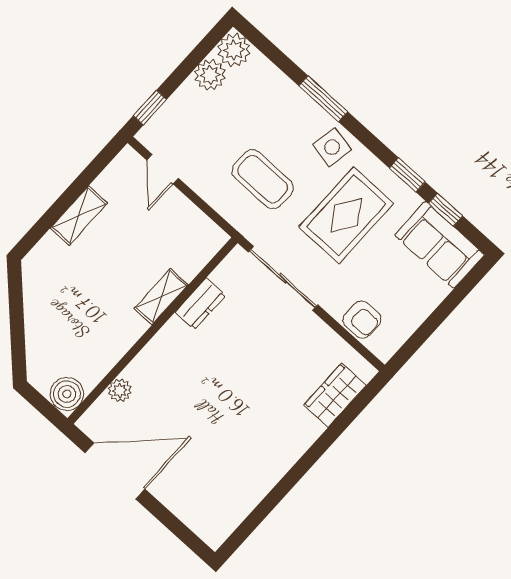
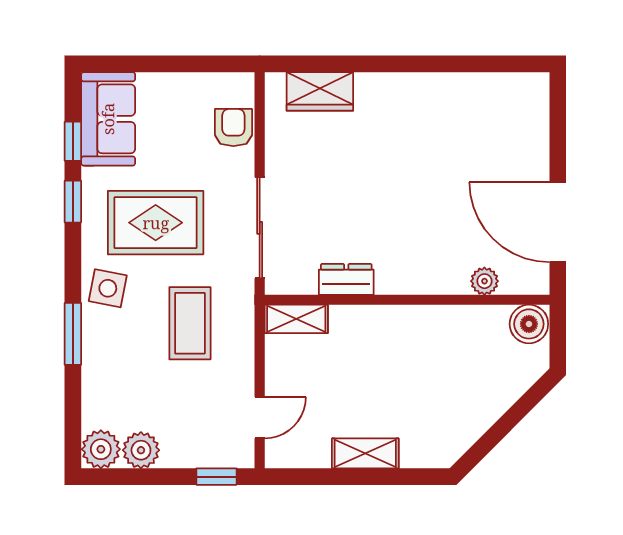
shelving: (161, 296) -> (296, 319), moved

